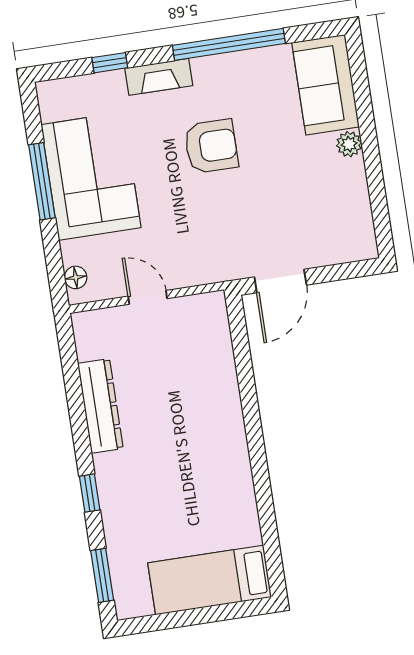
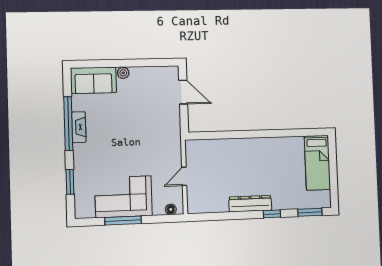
window: (110, 63) -> (70, 182), width x1.50
fireplace: (159, 77) -> (79, 127), moved
armchair: (211, 146) -> (116, 138), removed
door: (280, 281) -> (183, 92), moved
dresser: (100, 406) -> (250, 204), moved

